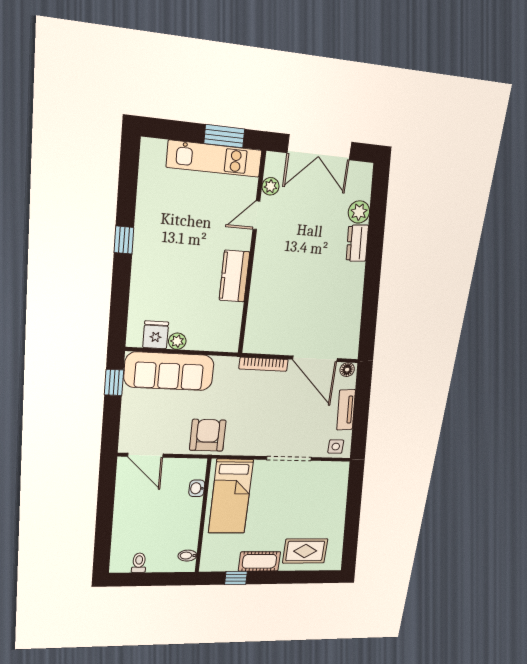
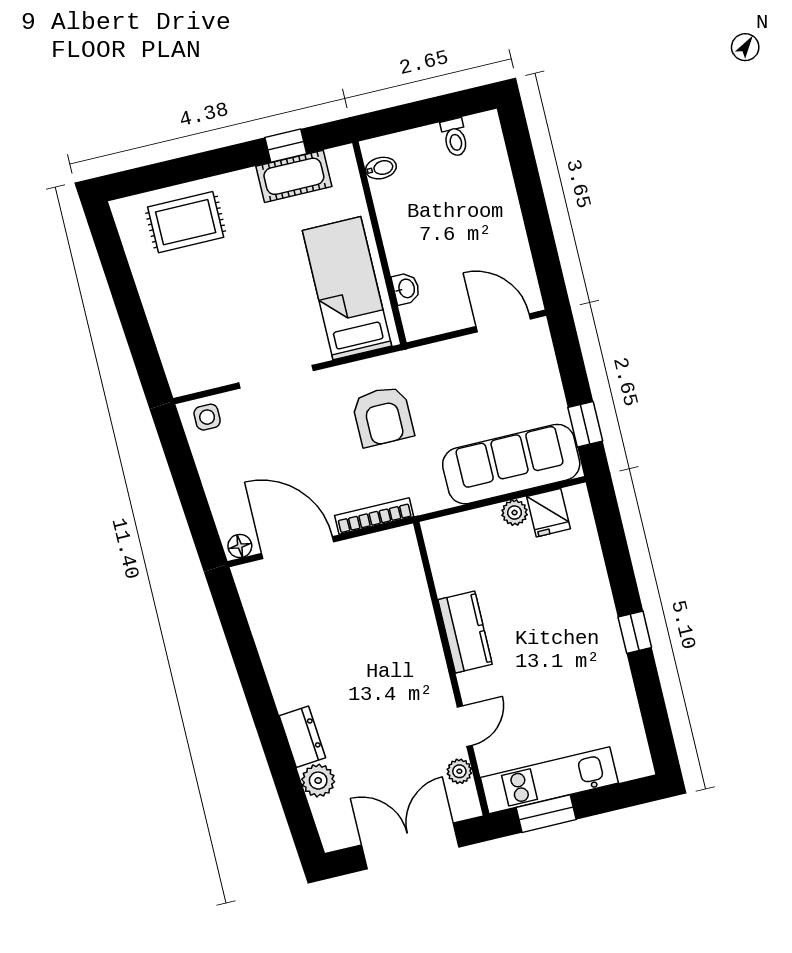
tv unit: (346, 410) -> (215, 482), removed
armchair: (208, 435) -> (383, 416), moved
cot: (259, 561) -> (294, 176), moved

